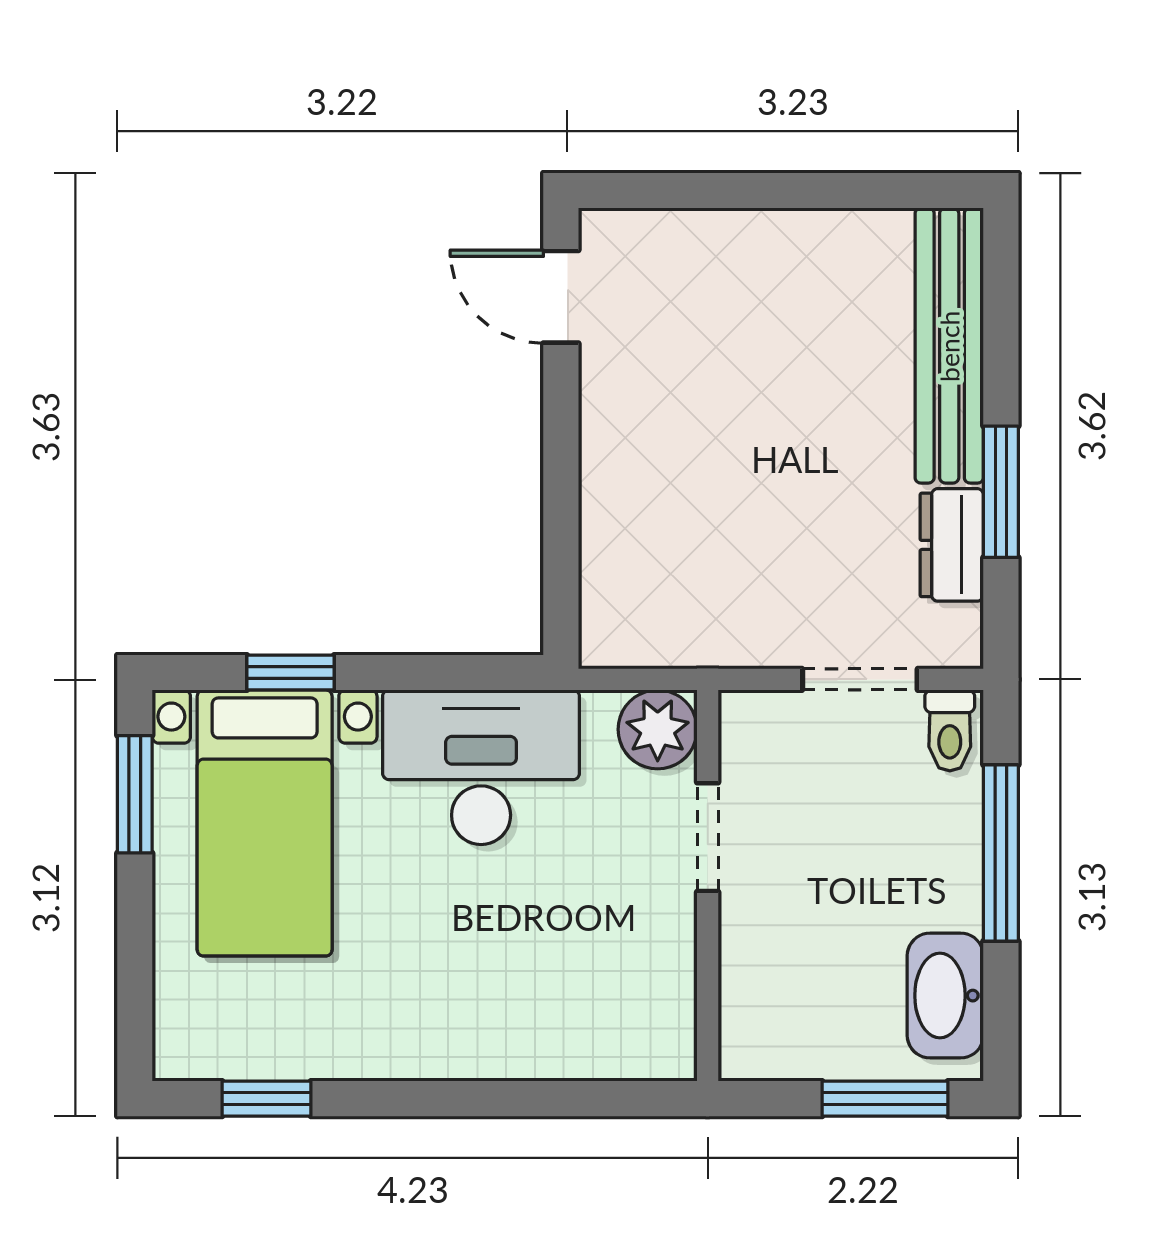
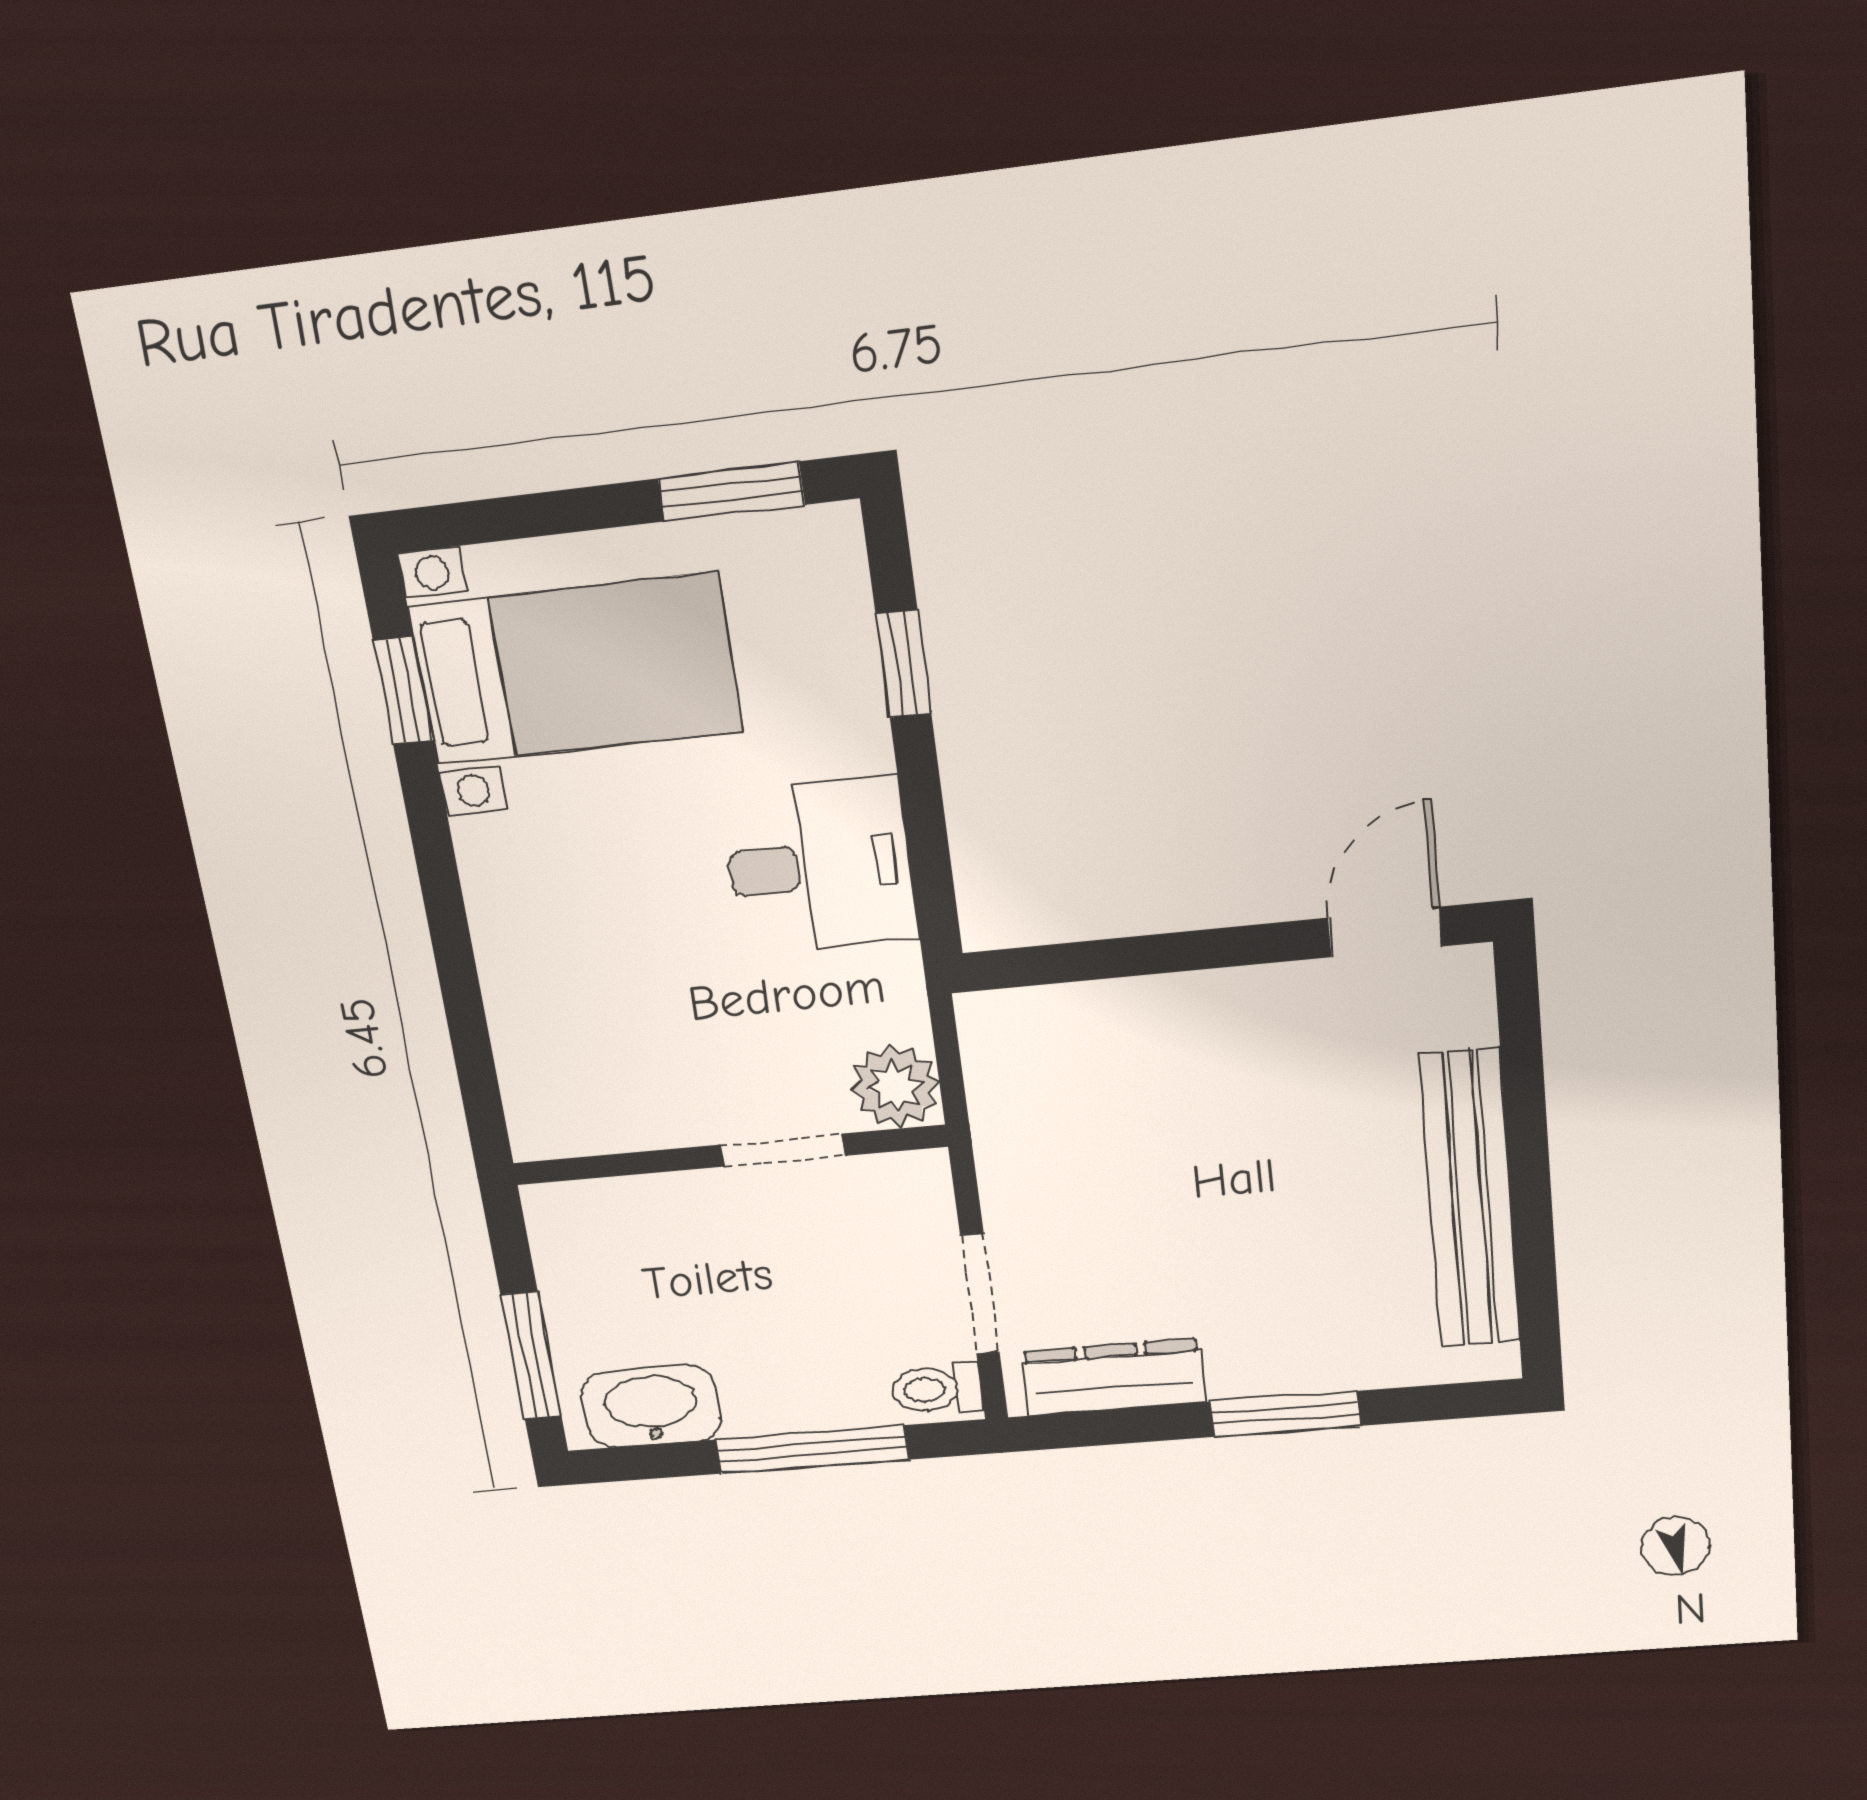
bench: (949, 346) -> (1470, 1199), moved, turned 90
window: (1001, 492) -> (1285, 1414), moved
dresser: (952, 545) -> (1113, 1377), width x1.44
desk: (481, 767) -> (819, 866), width x0.73
bed with nightstands: (265, 823) -> (575, 669), moved, turned 180

